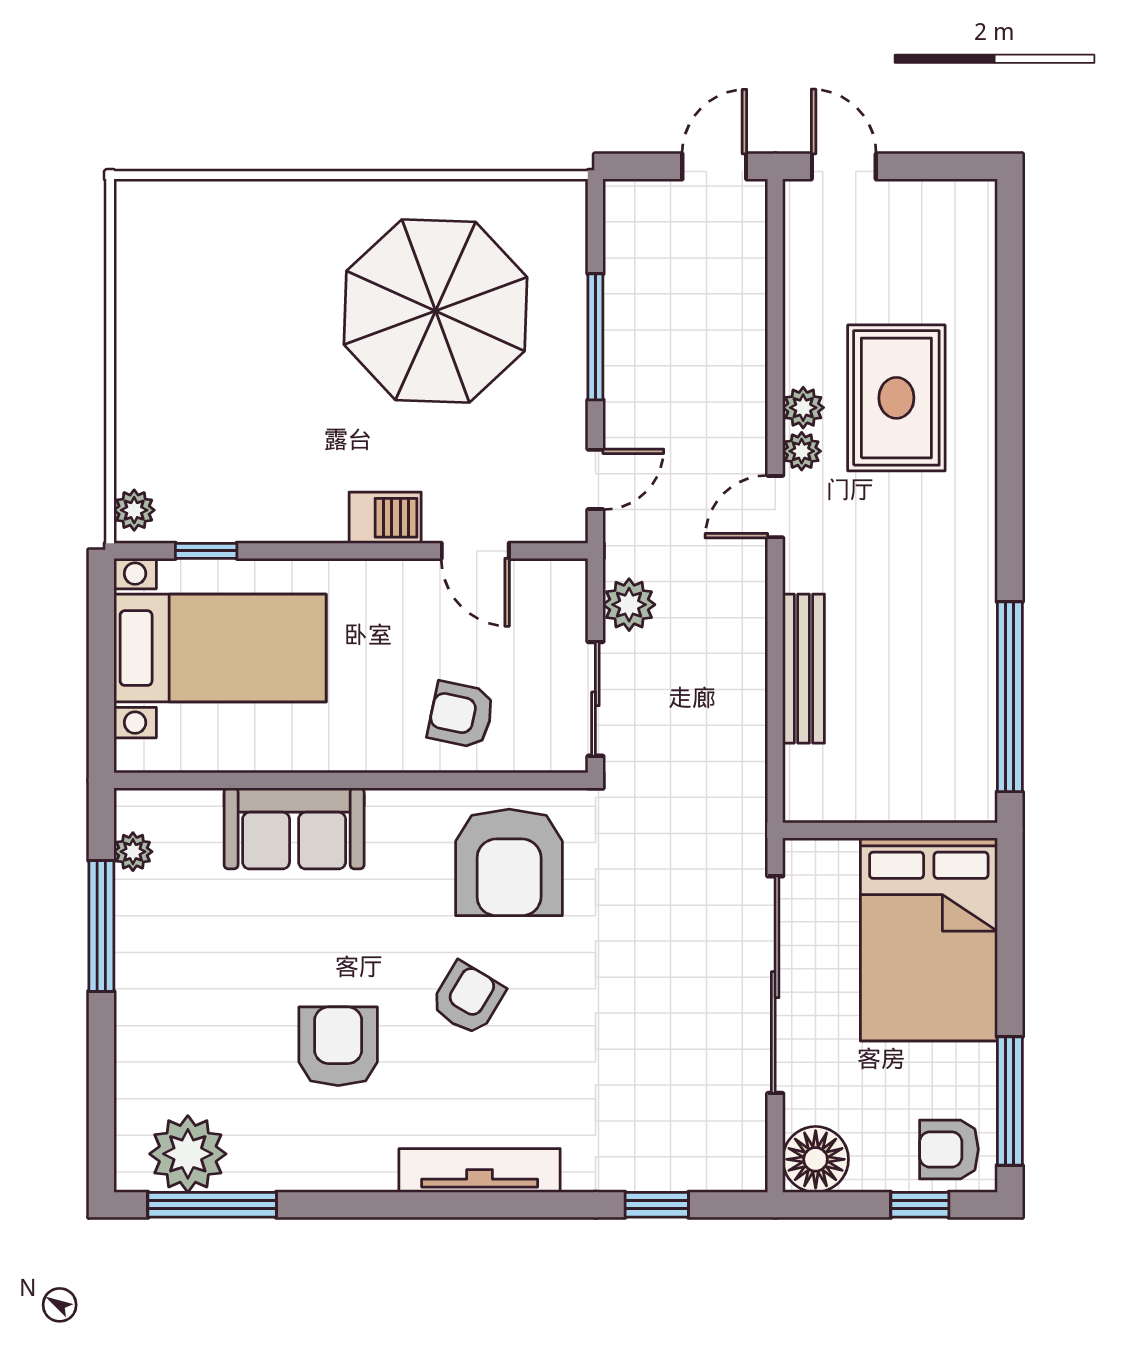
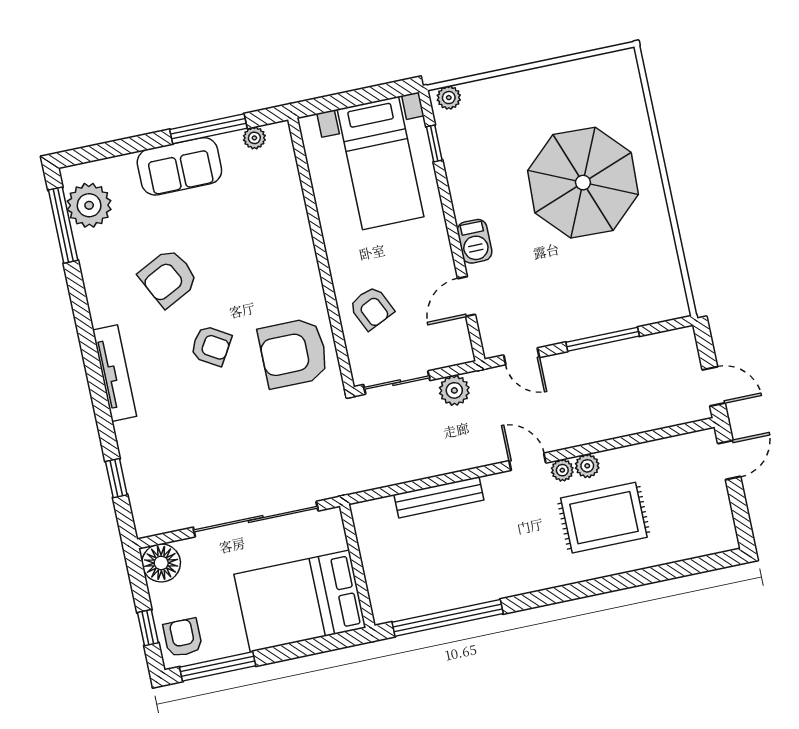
parasol: (436, 311) -> (583, 183), moved
armchair: (461, 715) -> (372, 308), turned 143
sofa: (294, 828) -> (179, 166), moved, turned -90
armchair: (338, 1046) -> (168, 278), turned 153

